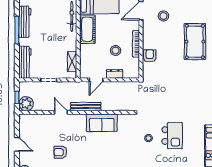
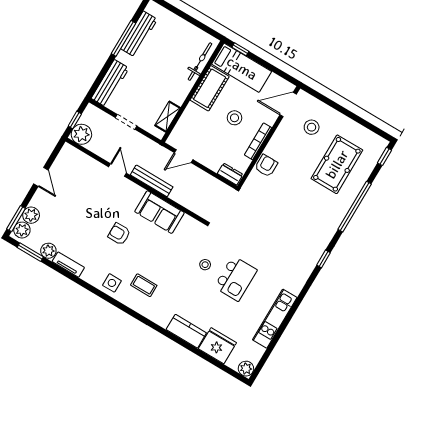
pool table: (195, 42) -> (337, 164), moved
stool: (115, 51) -> (234, 118), moved
dresser: (115, 74) -> (230, 174), moved
armchair: (60, 152) -> (119, 234), moved

